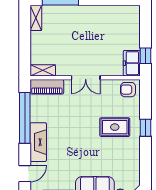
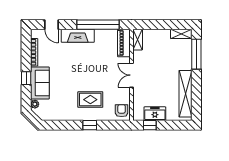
shelving: (108, 13) -> (186, 94), added
freezer: (132, 63) -> (155, 114), moved
rug: (115, 127) -> (90, 100), turned 90

